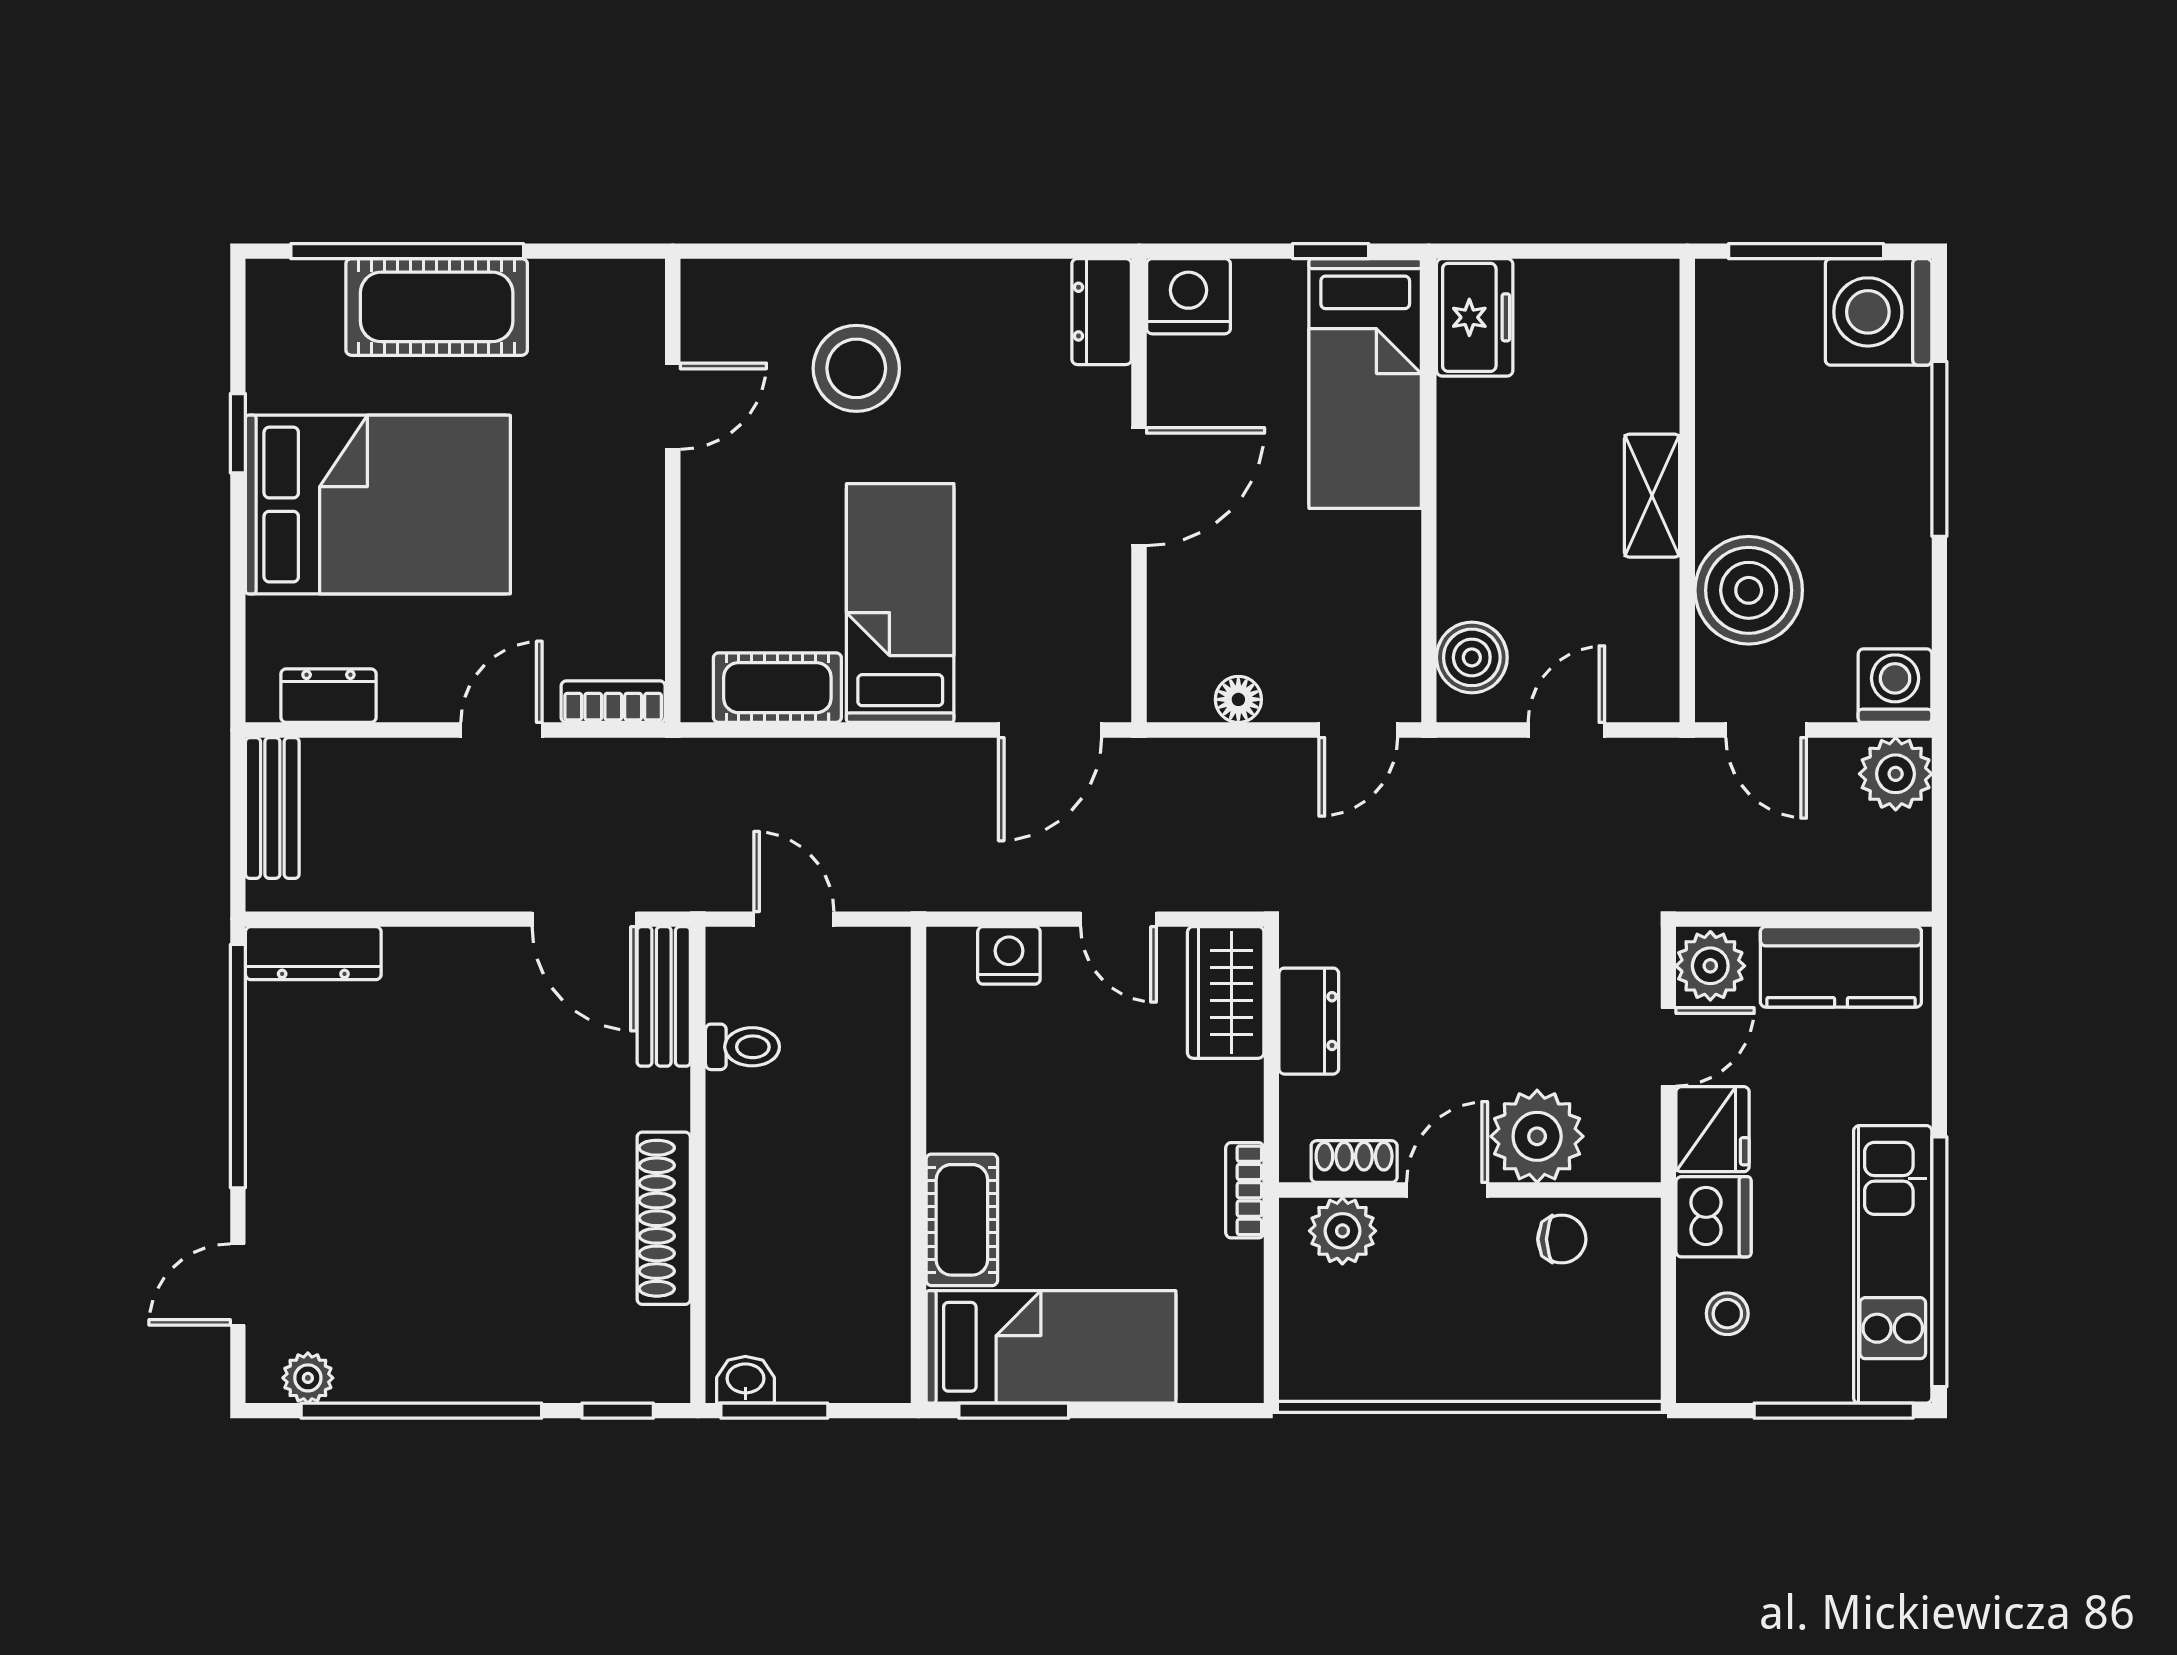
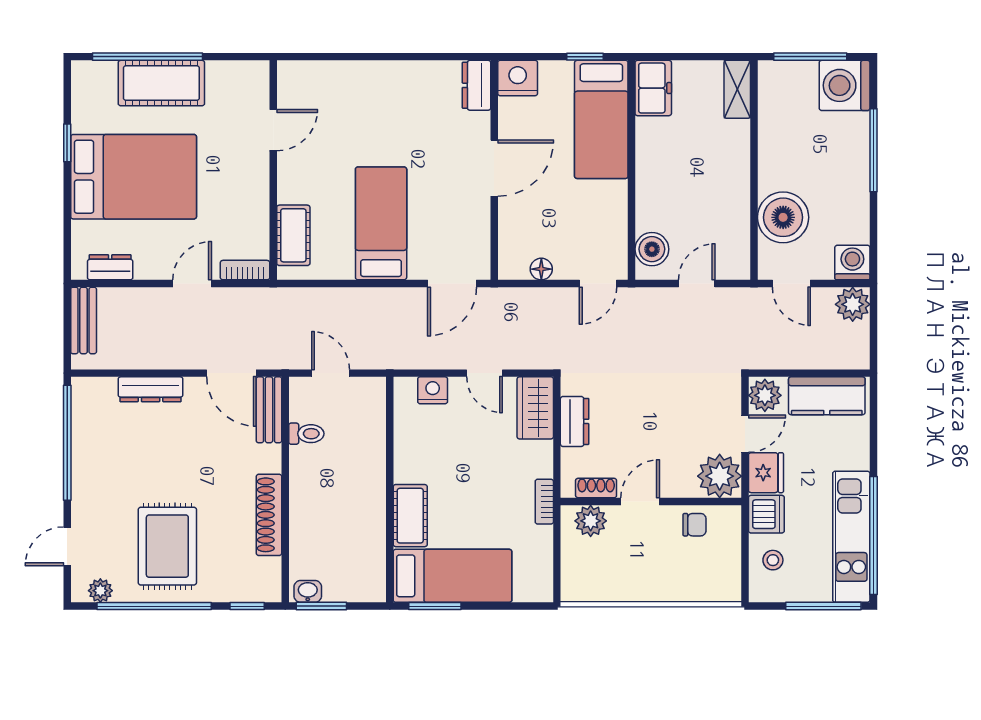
stool: (856, 368) -> (360, 112), removed
shelving: (1652, 496) -> (737, 89), moved
cot: (777, 688) -> (293, 235), moved, turned 90
dresser: (313, 953) -> (151, 389), moved
plant: (1537, 1136) -> (720, 476), moved
rug: (449, 1284) -> (167, 546), added

